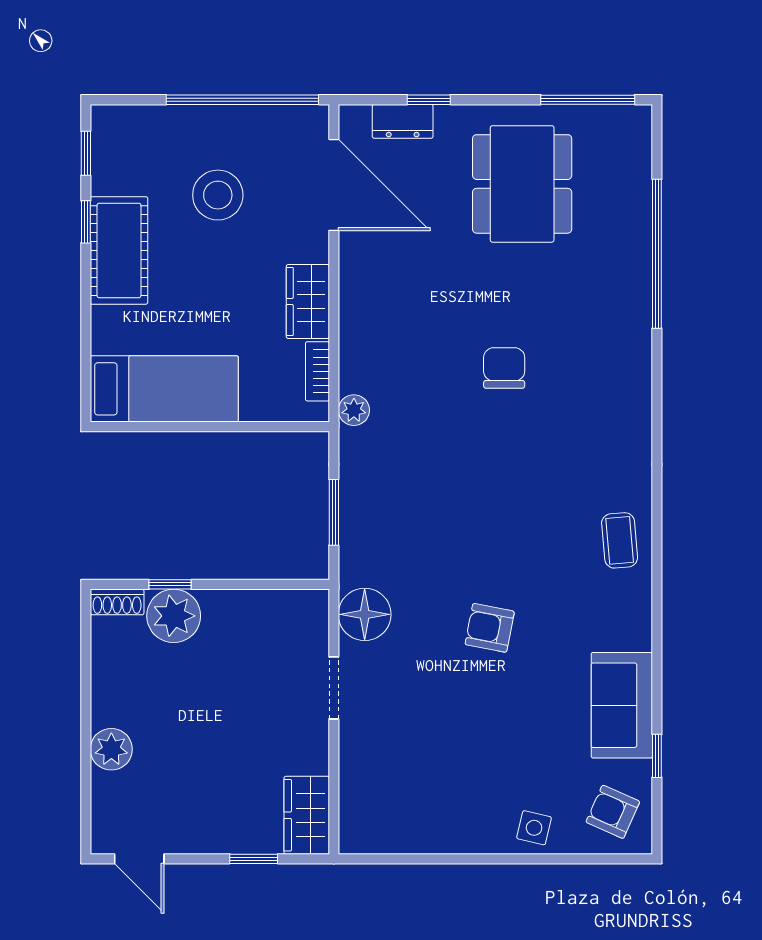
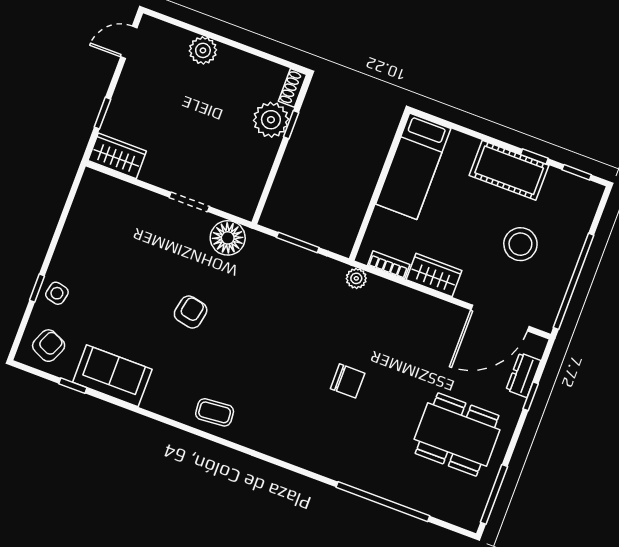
window: (537, 859) -> (37, 288), added

